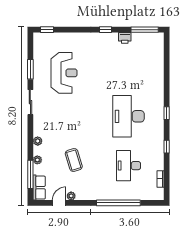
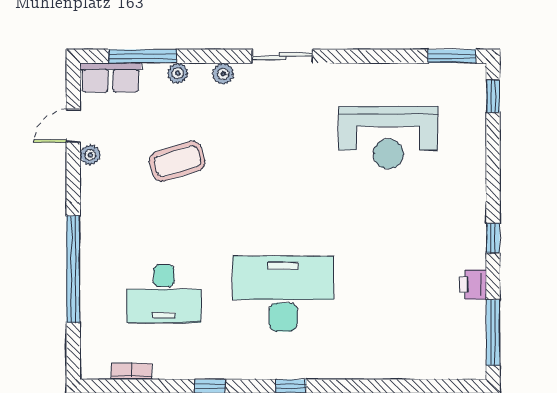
window: (30, 69) -> (452, 56), moved
sliding door: (30, 102) -> (283, 56), moved
desk: (129, 166) -> (164, 294), turned 180
door: (59, 203) -> (73, 126), swing flipped

